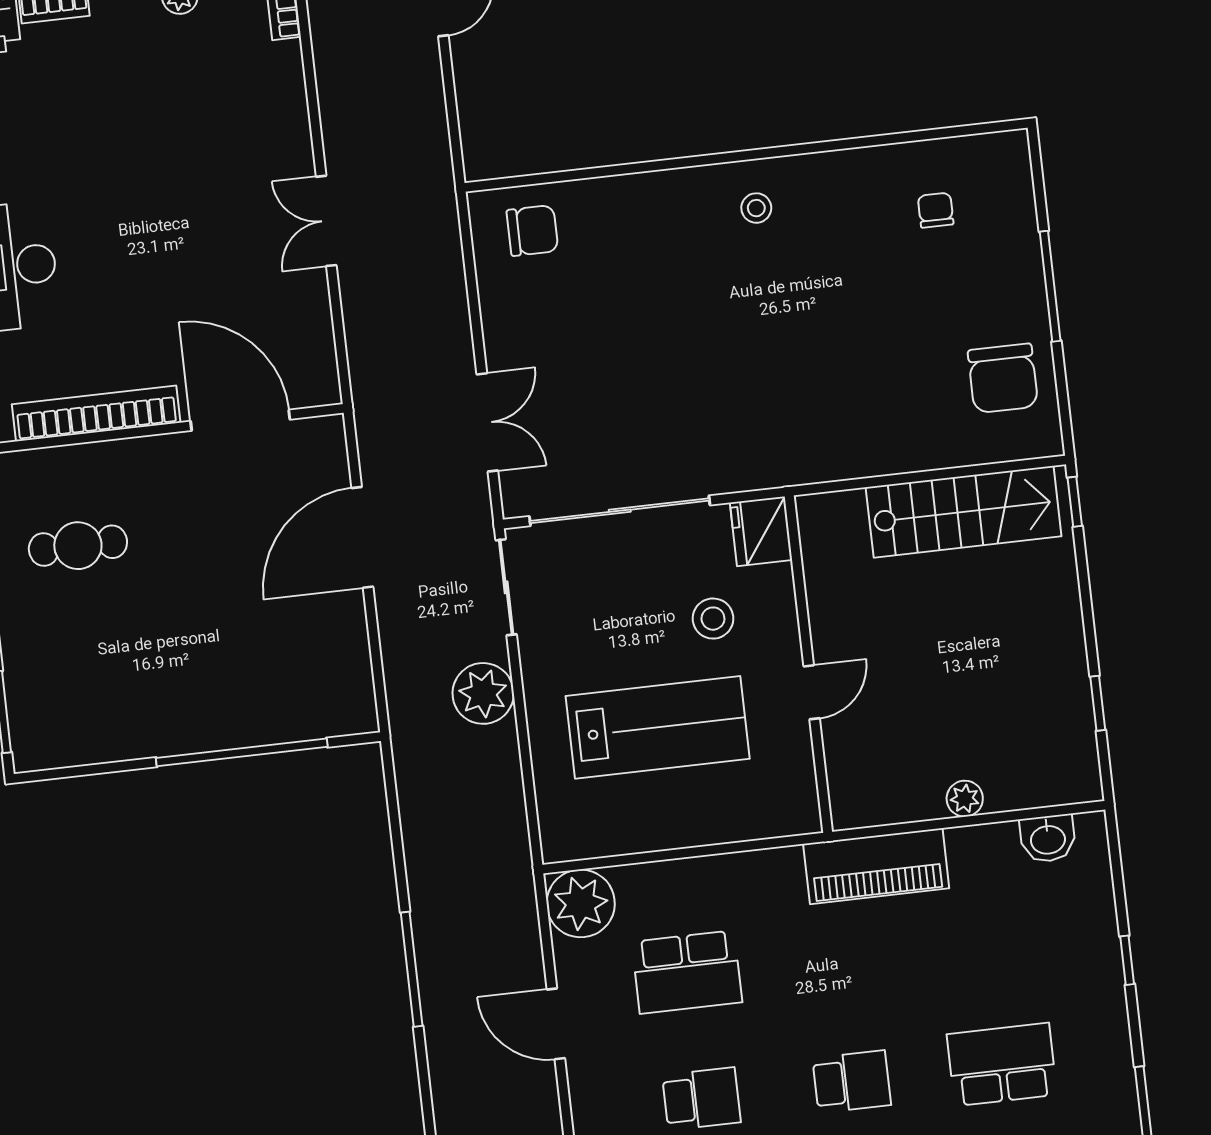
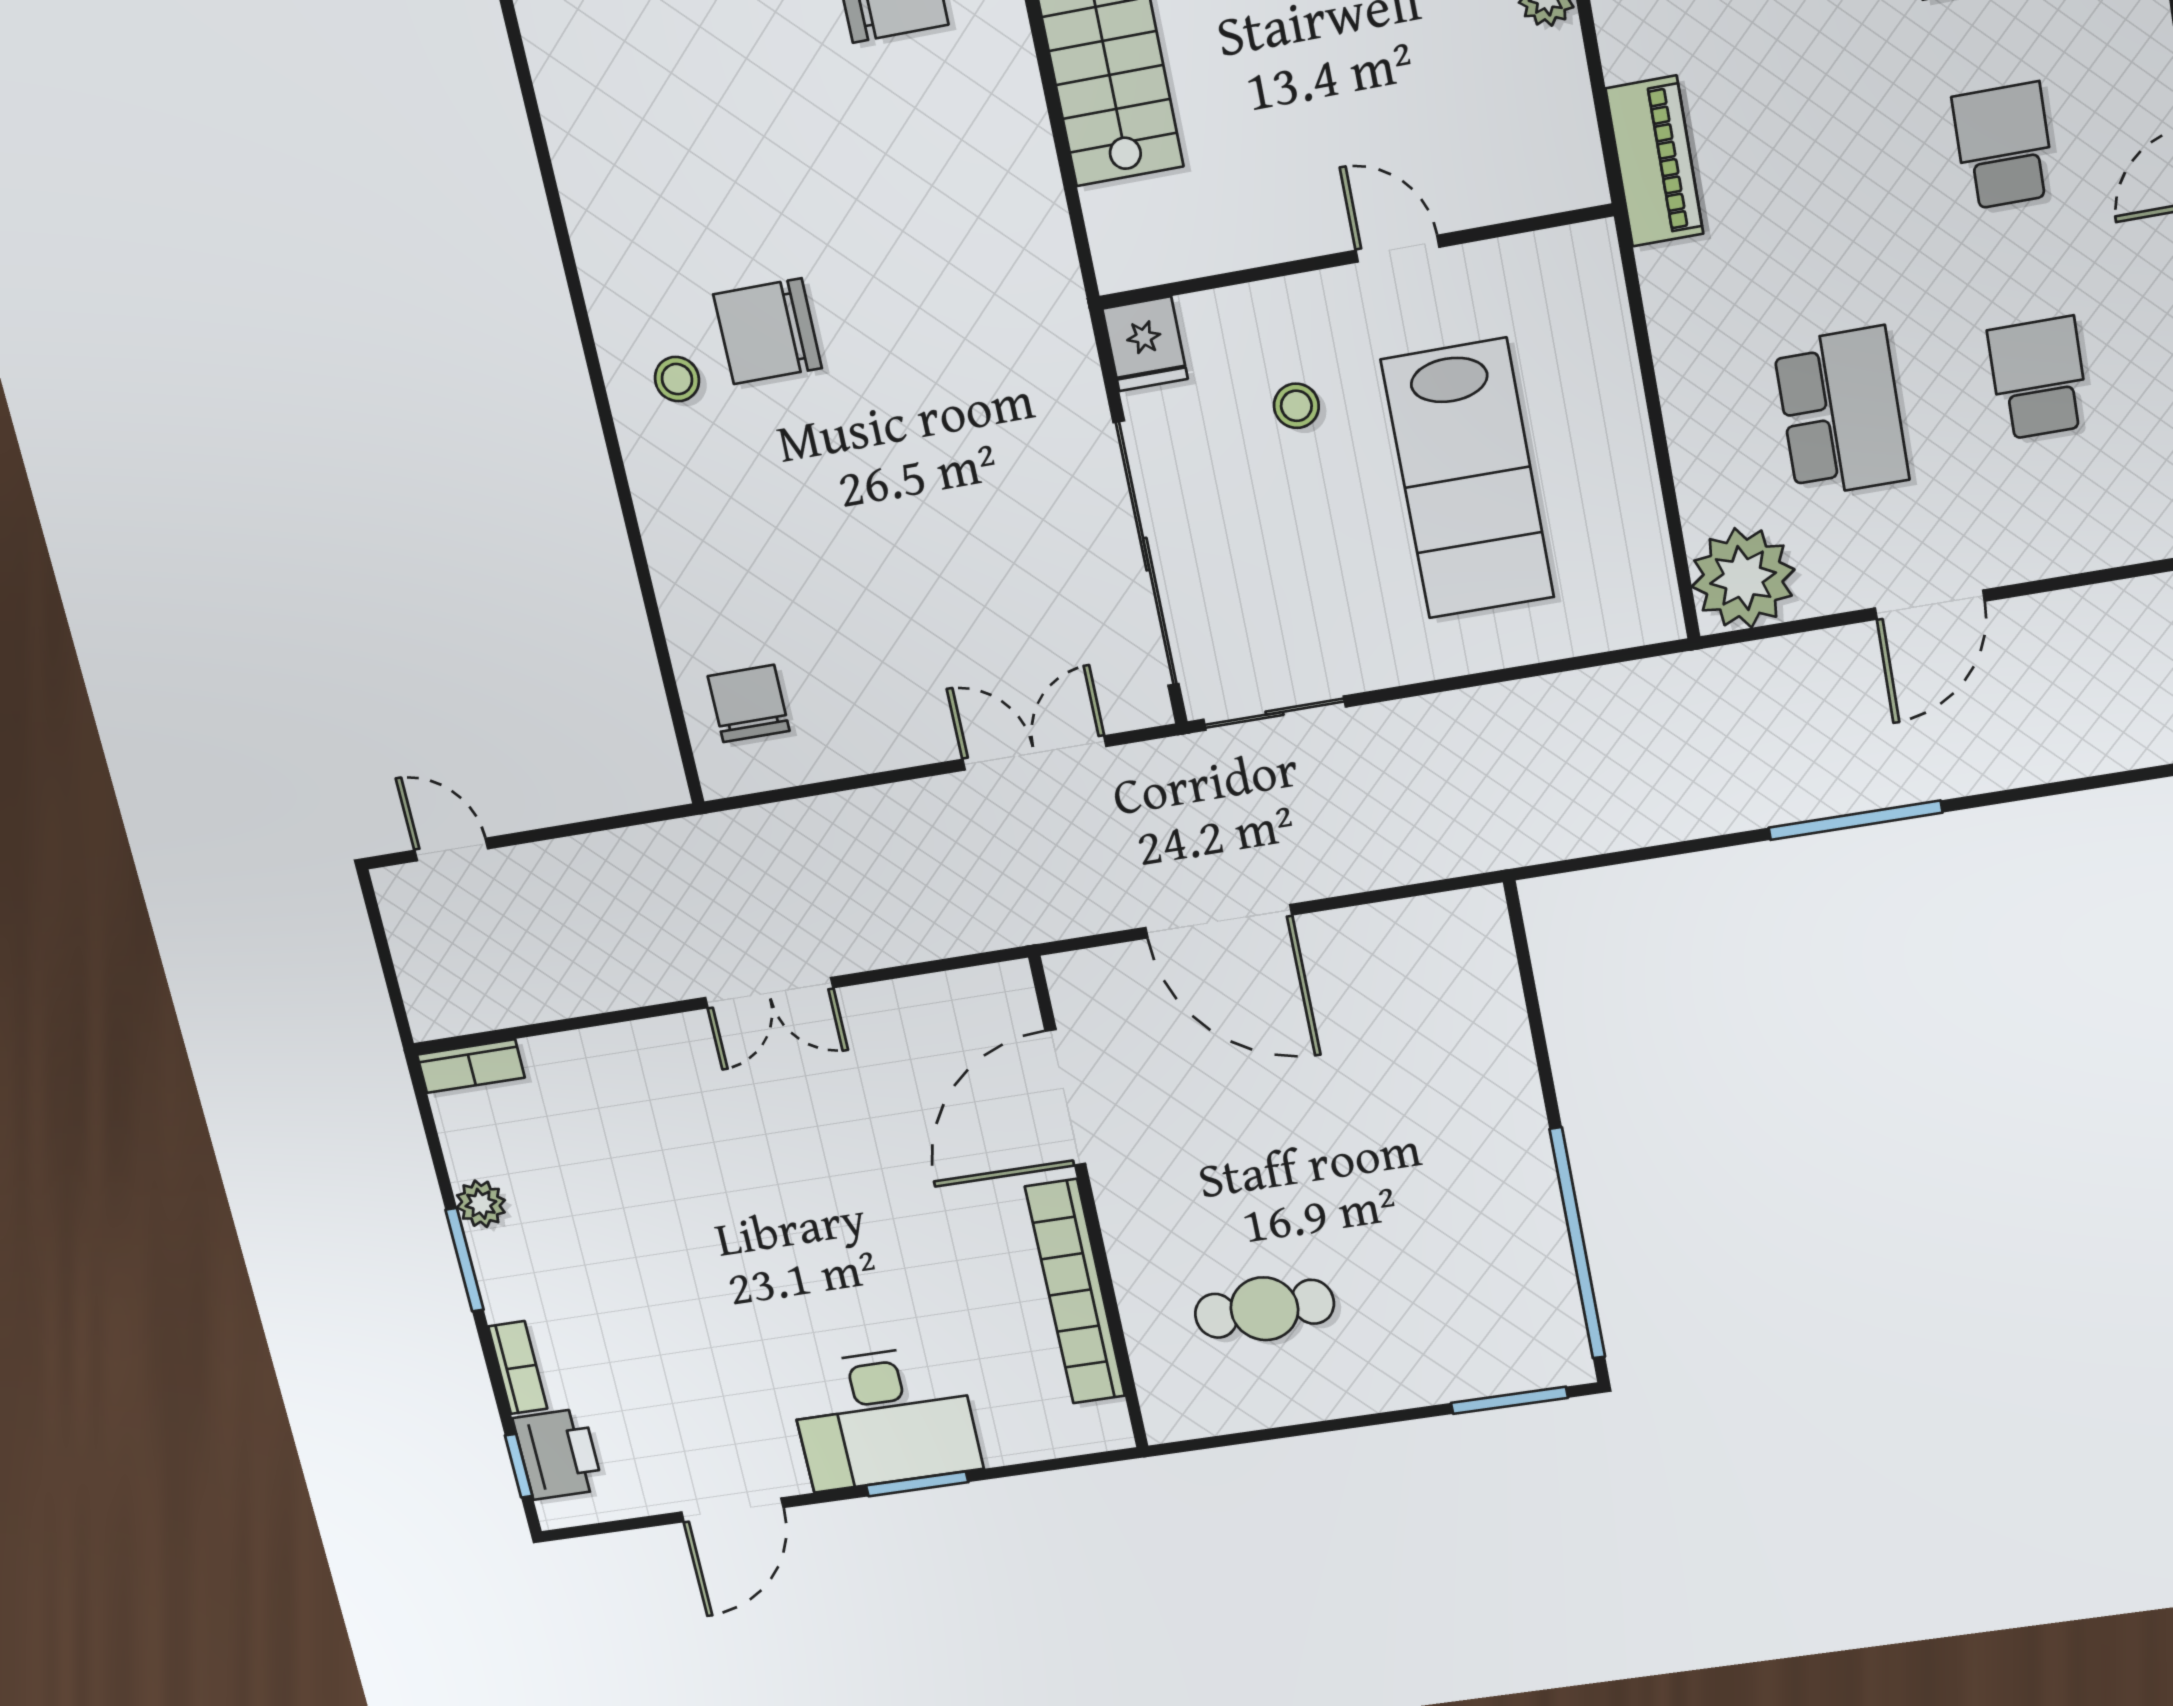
chair: (936, 210) -> (768, 331), moved, width x1.87, depth x1.87
fridge: (761, 531) -> (1145, 344), width x0.72
cafe table: (78, 546) -> (1264, 1309), turned 90
stool: (713, 619) -> (1296, 406), width x0.73, depth x0.73
plant: (483, 693) -> (1435, 738), removed
lab bench: (658, 727) -> (1468, 479), turned 180
window: (242, 752) -> (1577, 1244), moved
piano: (876, 866) -> (1654, 161), width x0.73, depth x0.75

